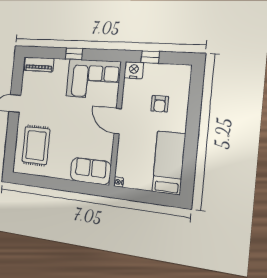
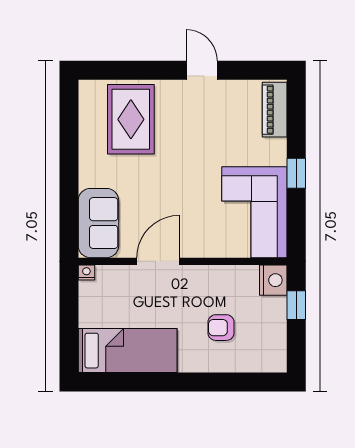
door: (118, 121) -> (158, 261), moved
rug: (36, 145) -> (131, 119), turned 90

